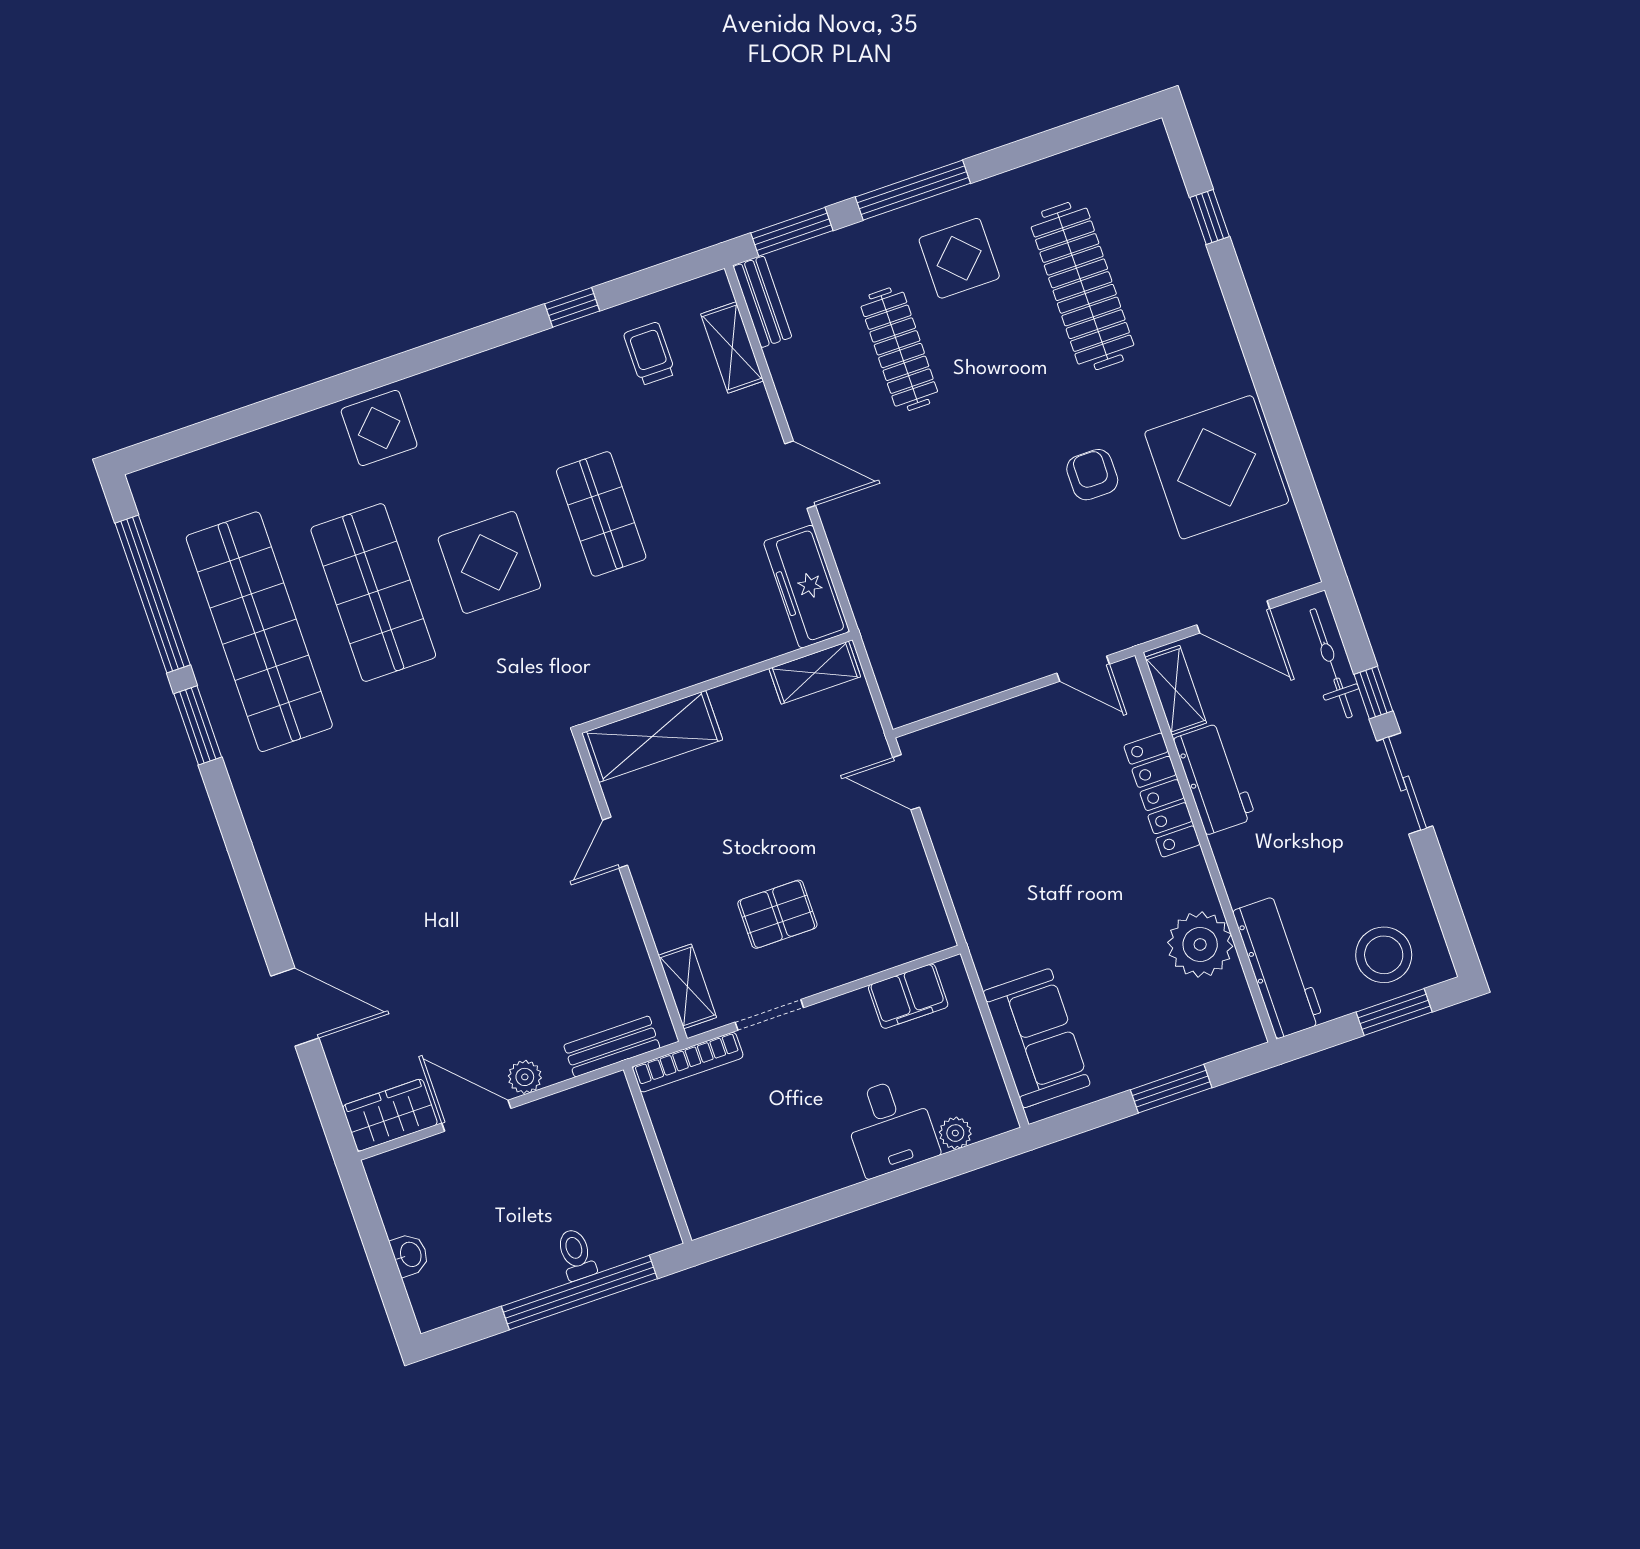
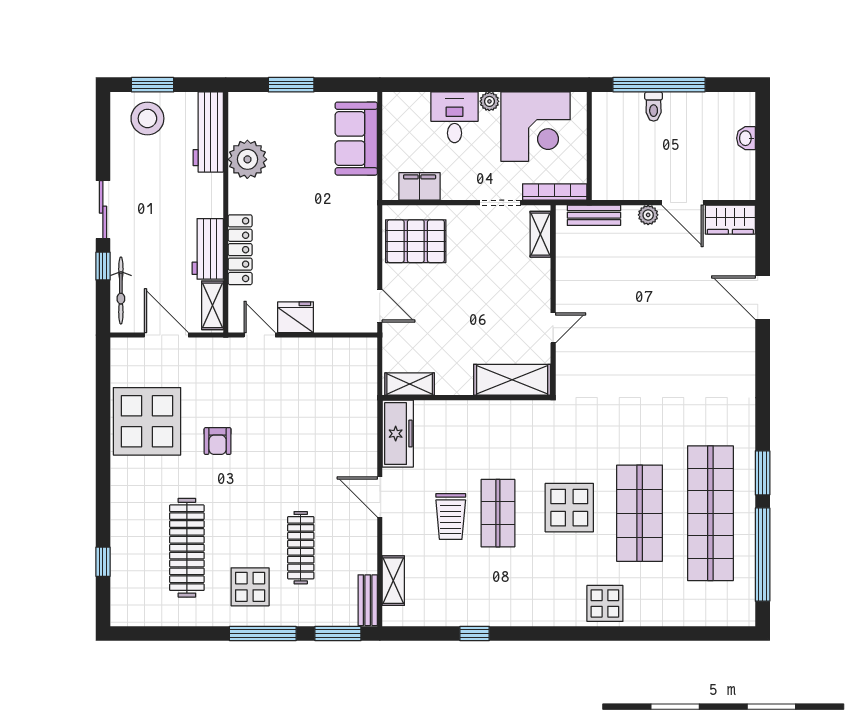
trolley: (650, 354) -> (451, 517), moved, width x1.36, depth x1.39
fridge: (1035, 717) -> (296, 317), added
pallet: (777, 914) -> (416, 241), moved, width x1.50, depth x1.42
plant: (955, 1133) -> (489, 101), moved
corner desk: (755, 1157) -> (536, 127), added

